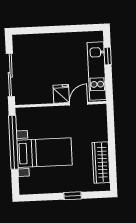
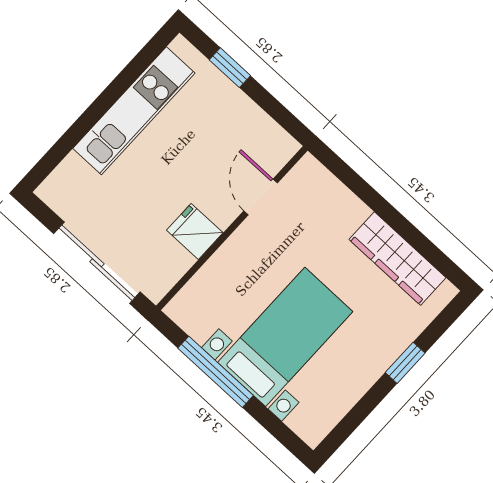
kitchen unit: (97, 71) -> (134, 111), moved, turned -90
fridge: (61, 94) -> (195, 231), moved
window: (13, 142) -> (216, 372), width x0.68

